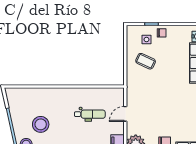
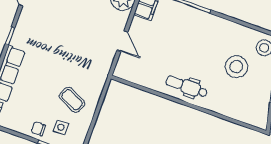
dental chair: (90, 114) -> (187, 87), moved
door: (125, 114) -> (122, 41), hinge flipped

